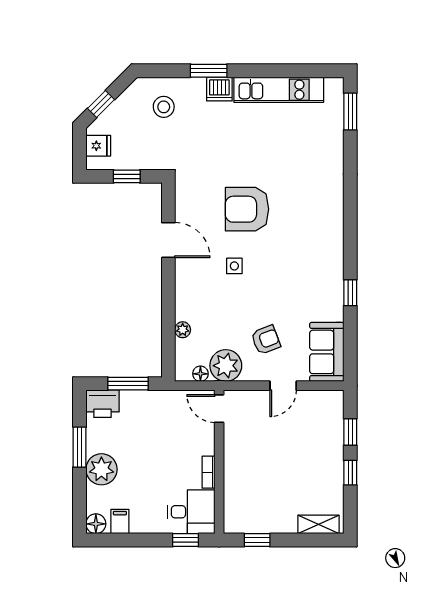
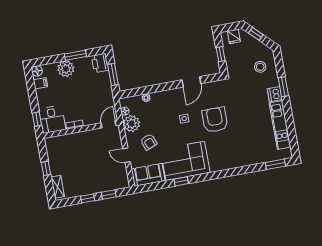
corner sofa: (314, 278) -> (185, 161), added
window: (257, 540) -> (46, 168), moved

